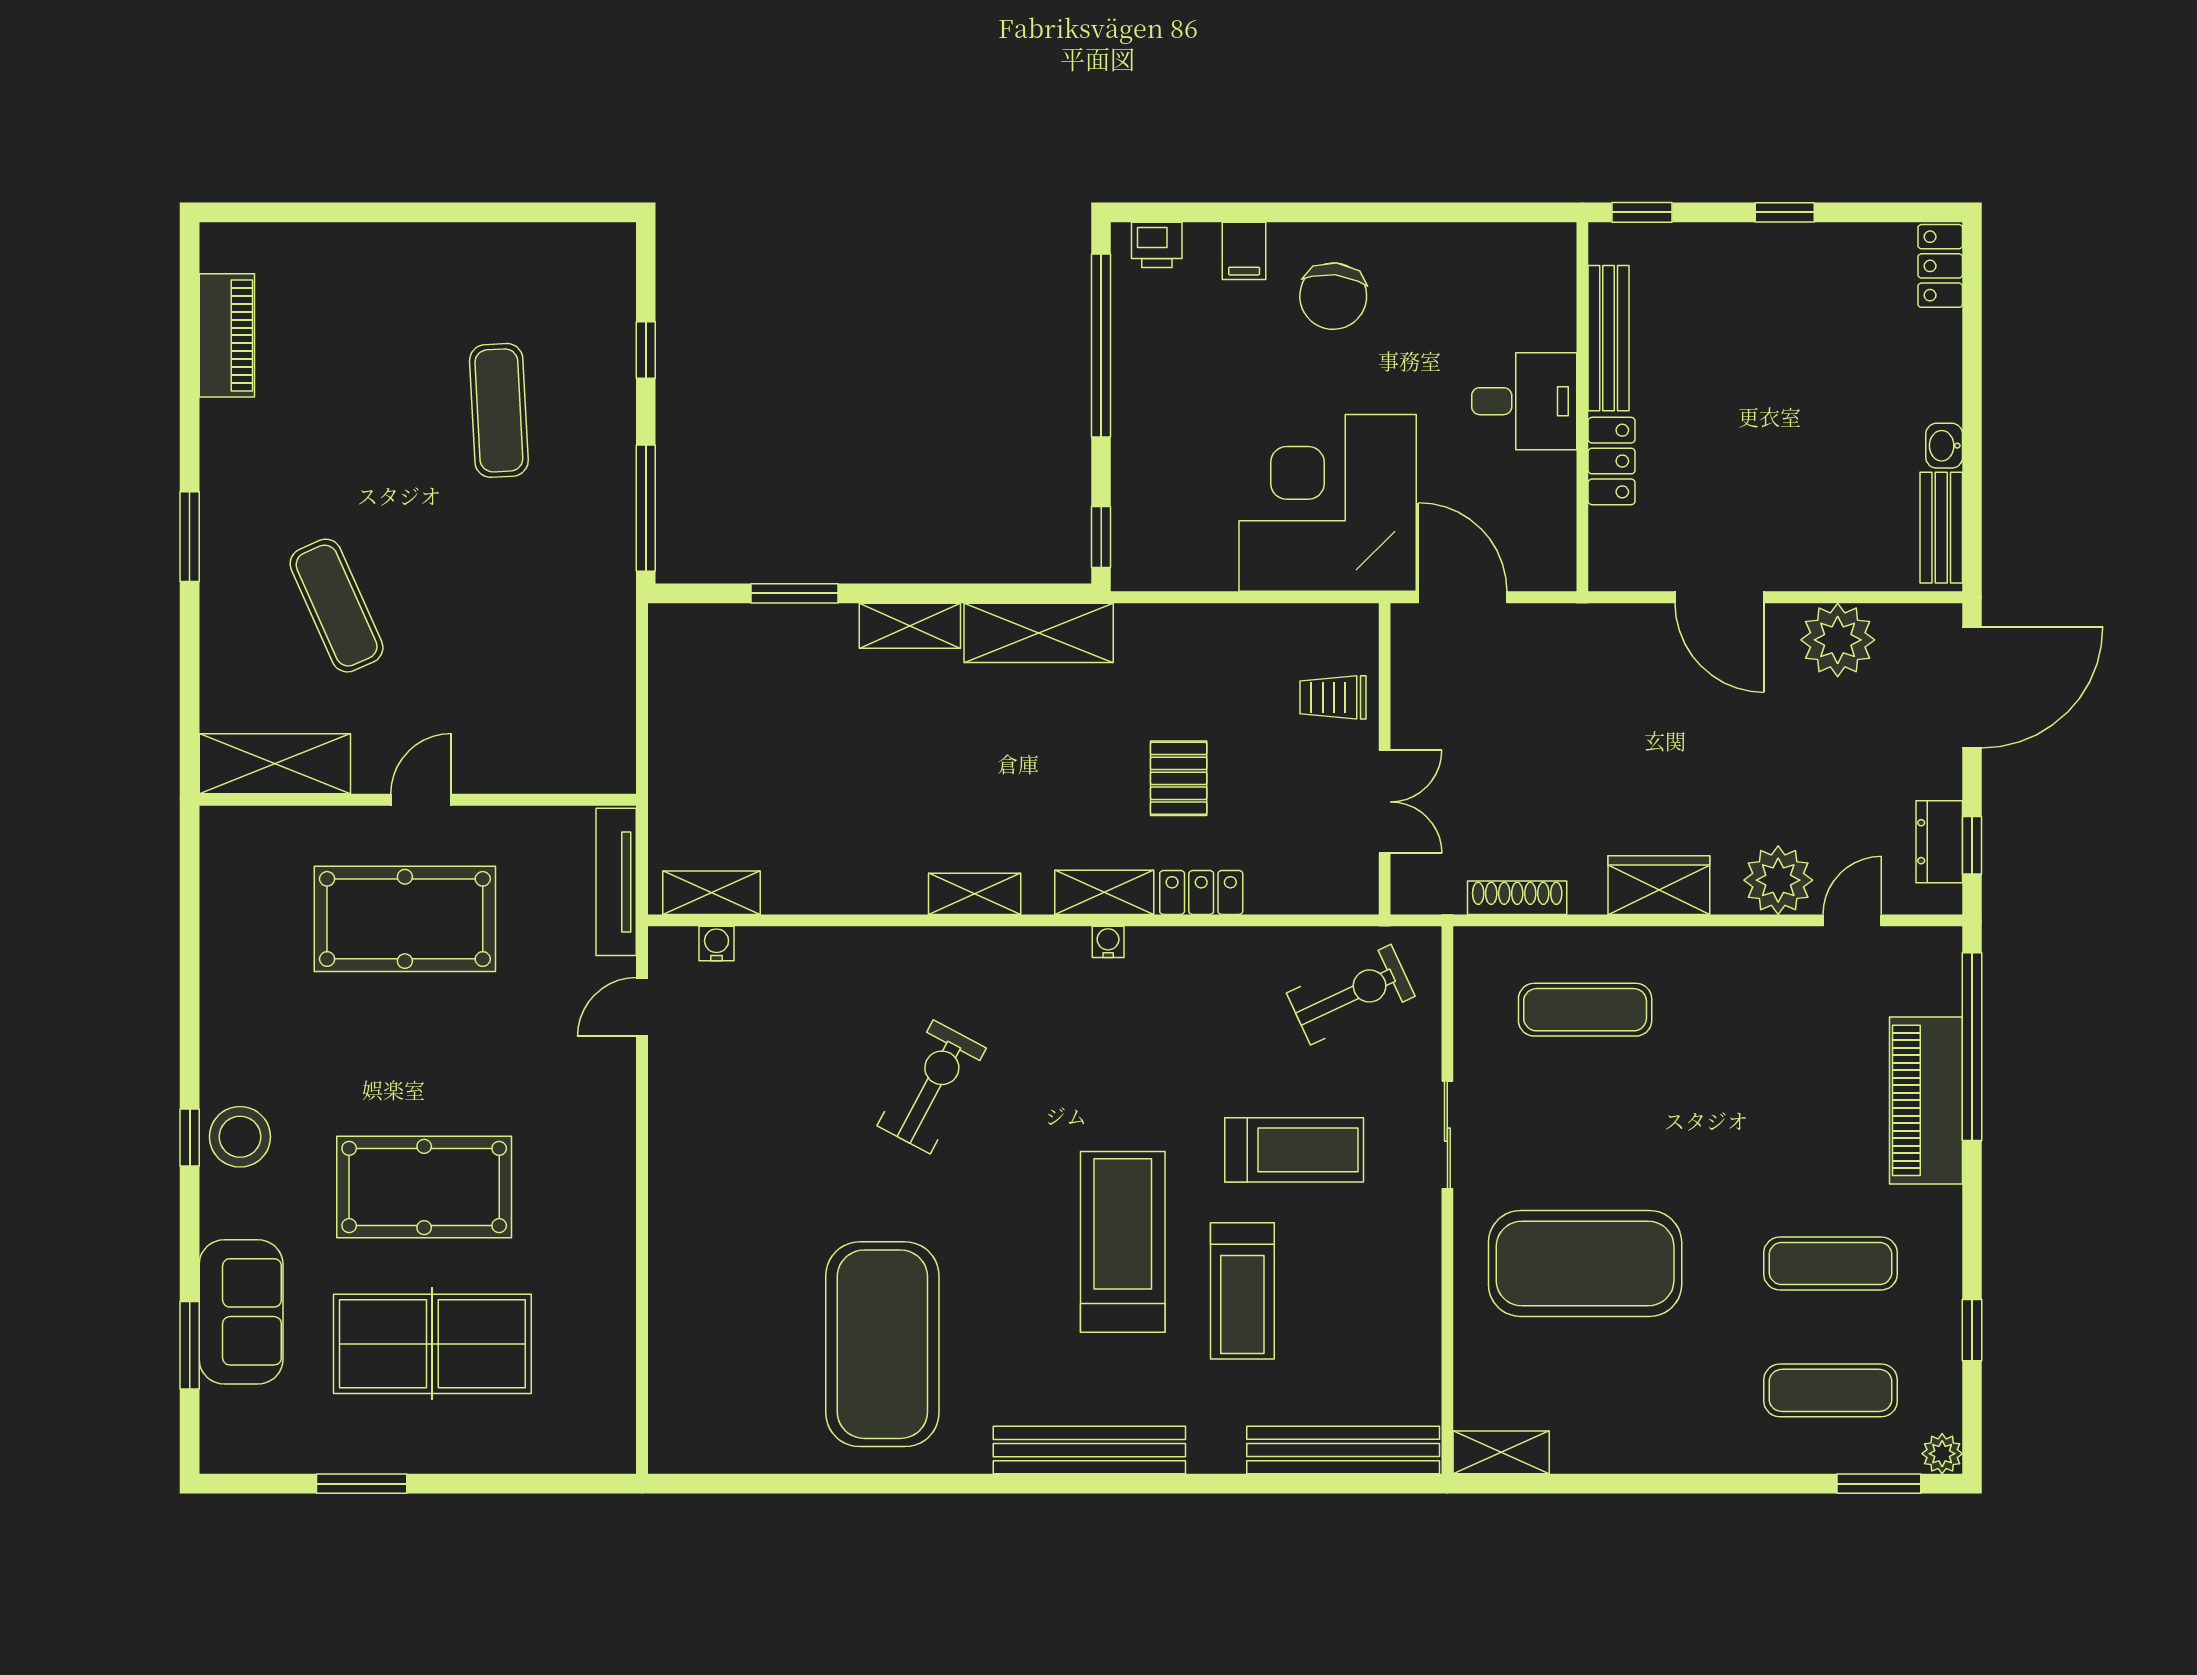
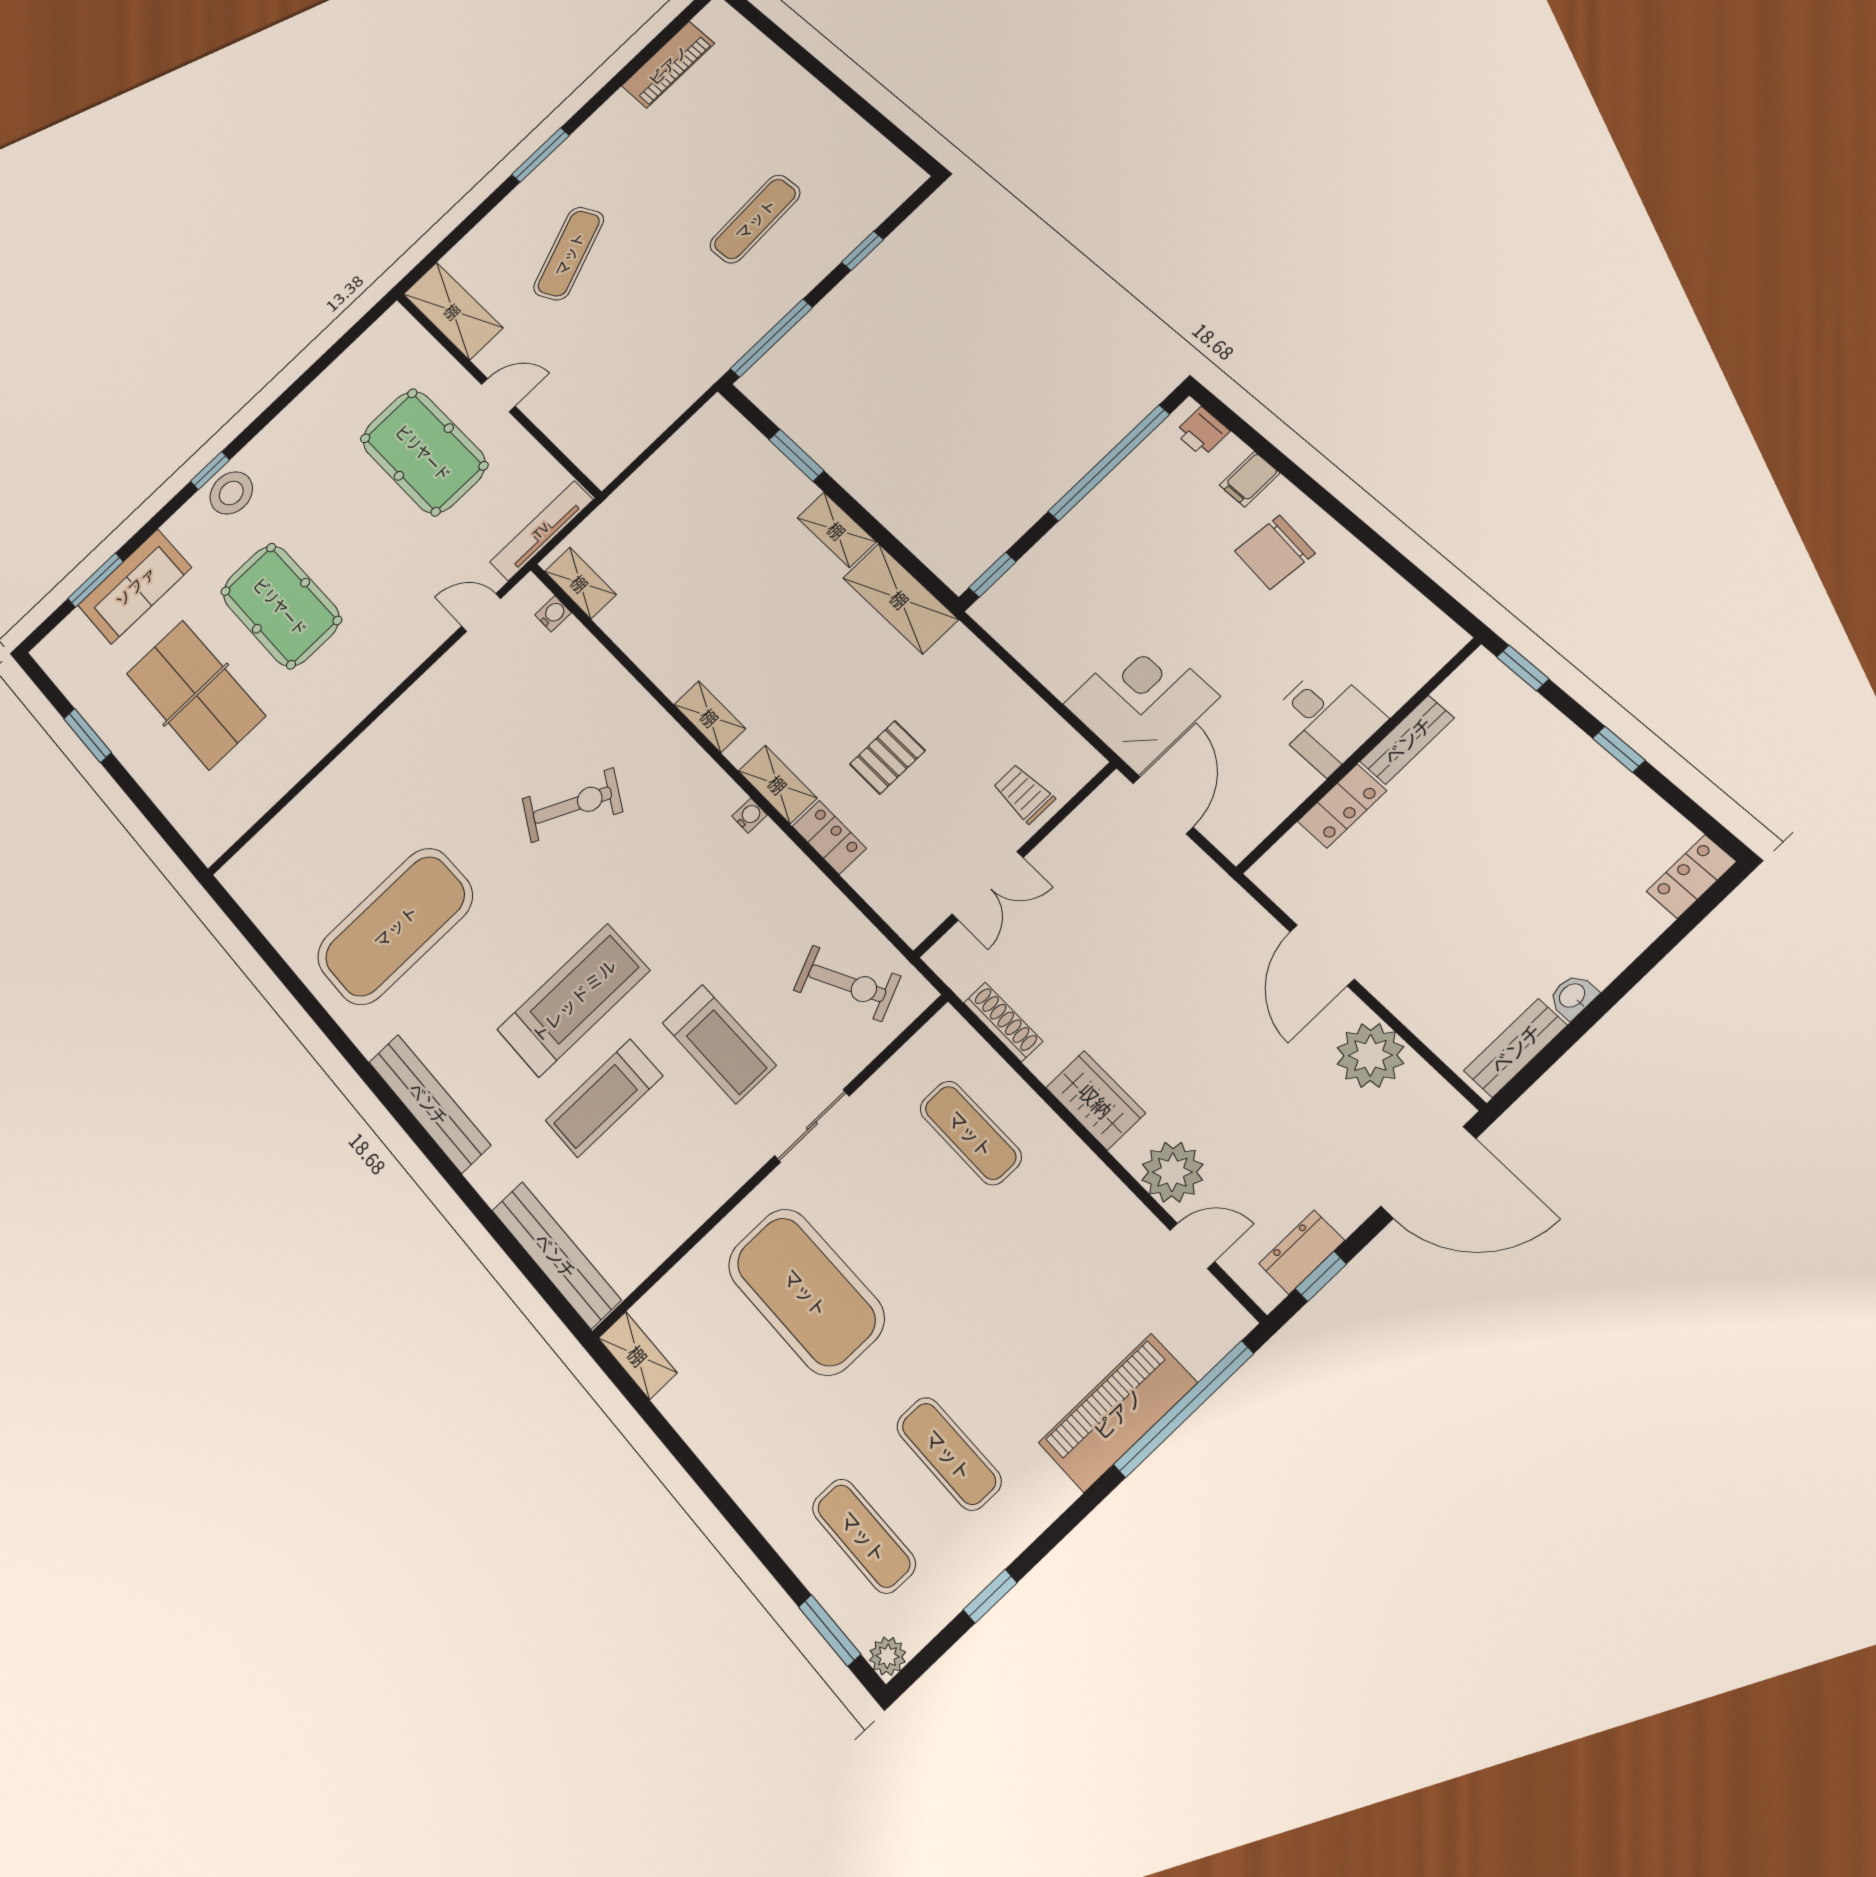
bench: (1609, 338) -> (1407, 740), width x0.73
corner desk: (1328, 503) -> (1141, 700), width x0.74, depth x0.74

